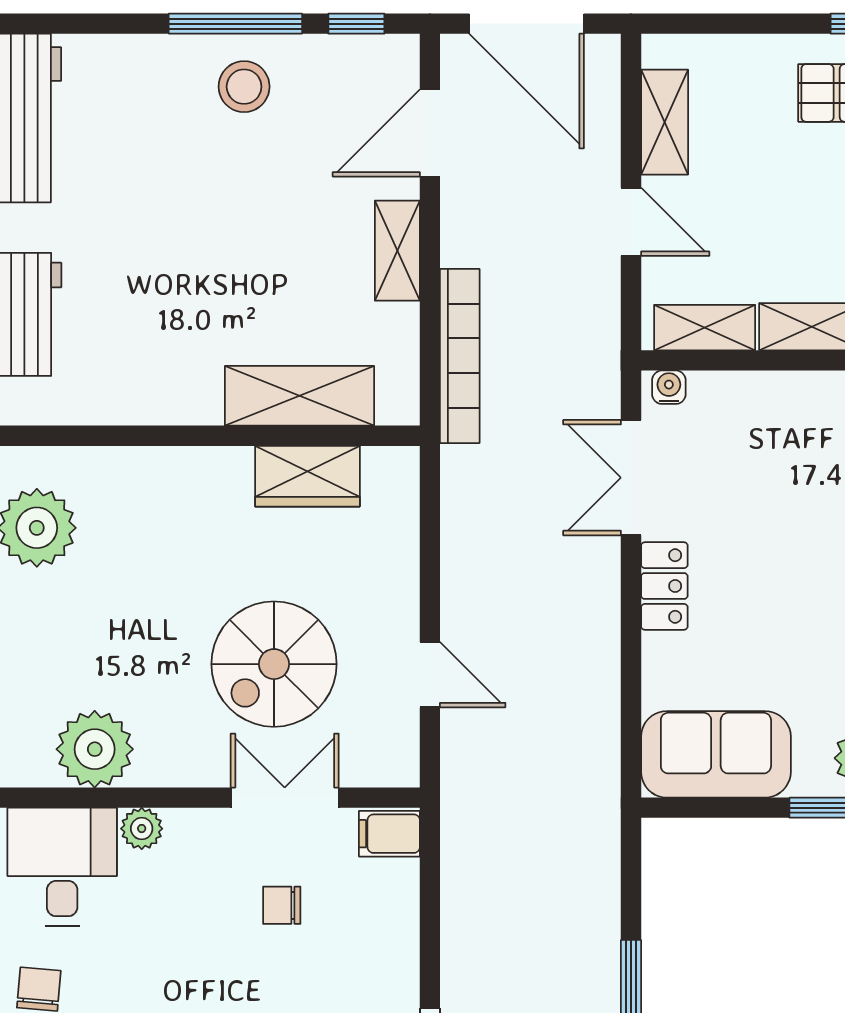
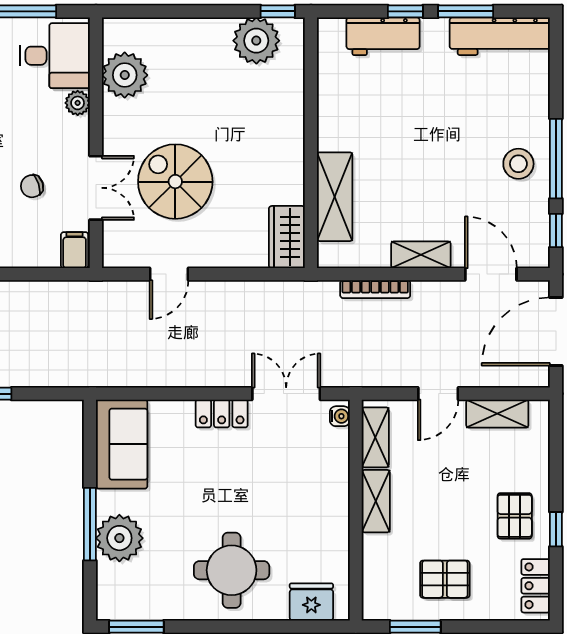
bookcase: (460, 356) -> (375, 289), width x0.68, depth x0.76
wardrobe: (307, 476) -> (287, 237), moved
chair: (282, 905) -> (32, 186), turned -108

